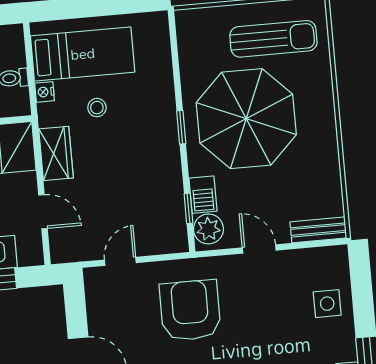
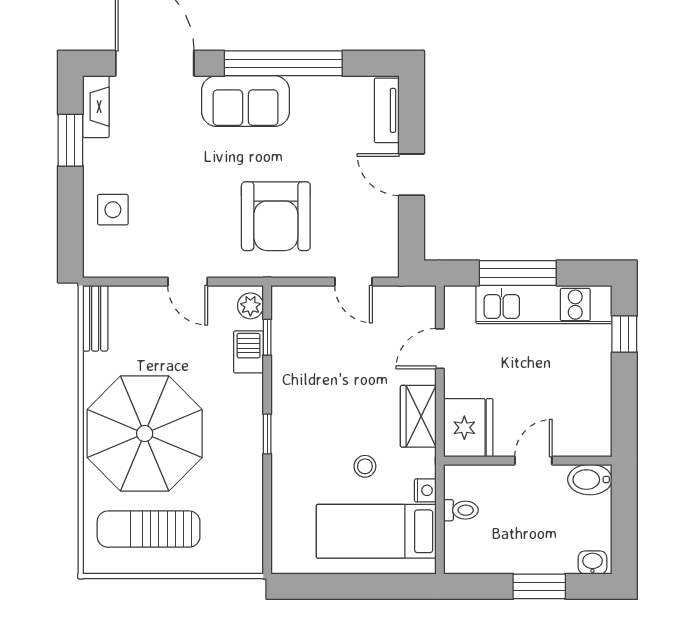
parasol: (246, 119) -> (145, 434), moved
door: (43, 212) -> (440, 349), hinge flipped
plant: (208, 229) -> (250, 306), width x0.73, depth x0.73
bench: (318, 230) -> (95, 318), moved, turned 90
door: (120, 261) -> (354, 282), hinge flipped

